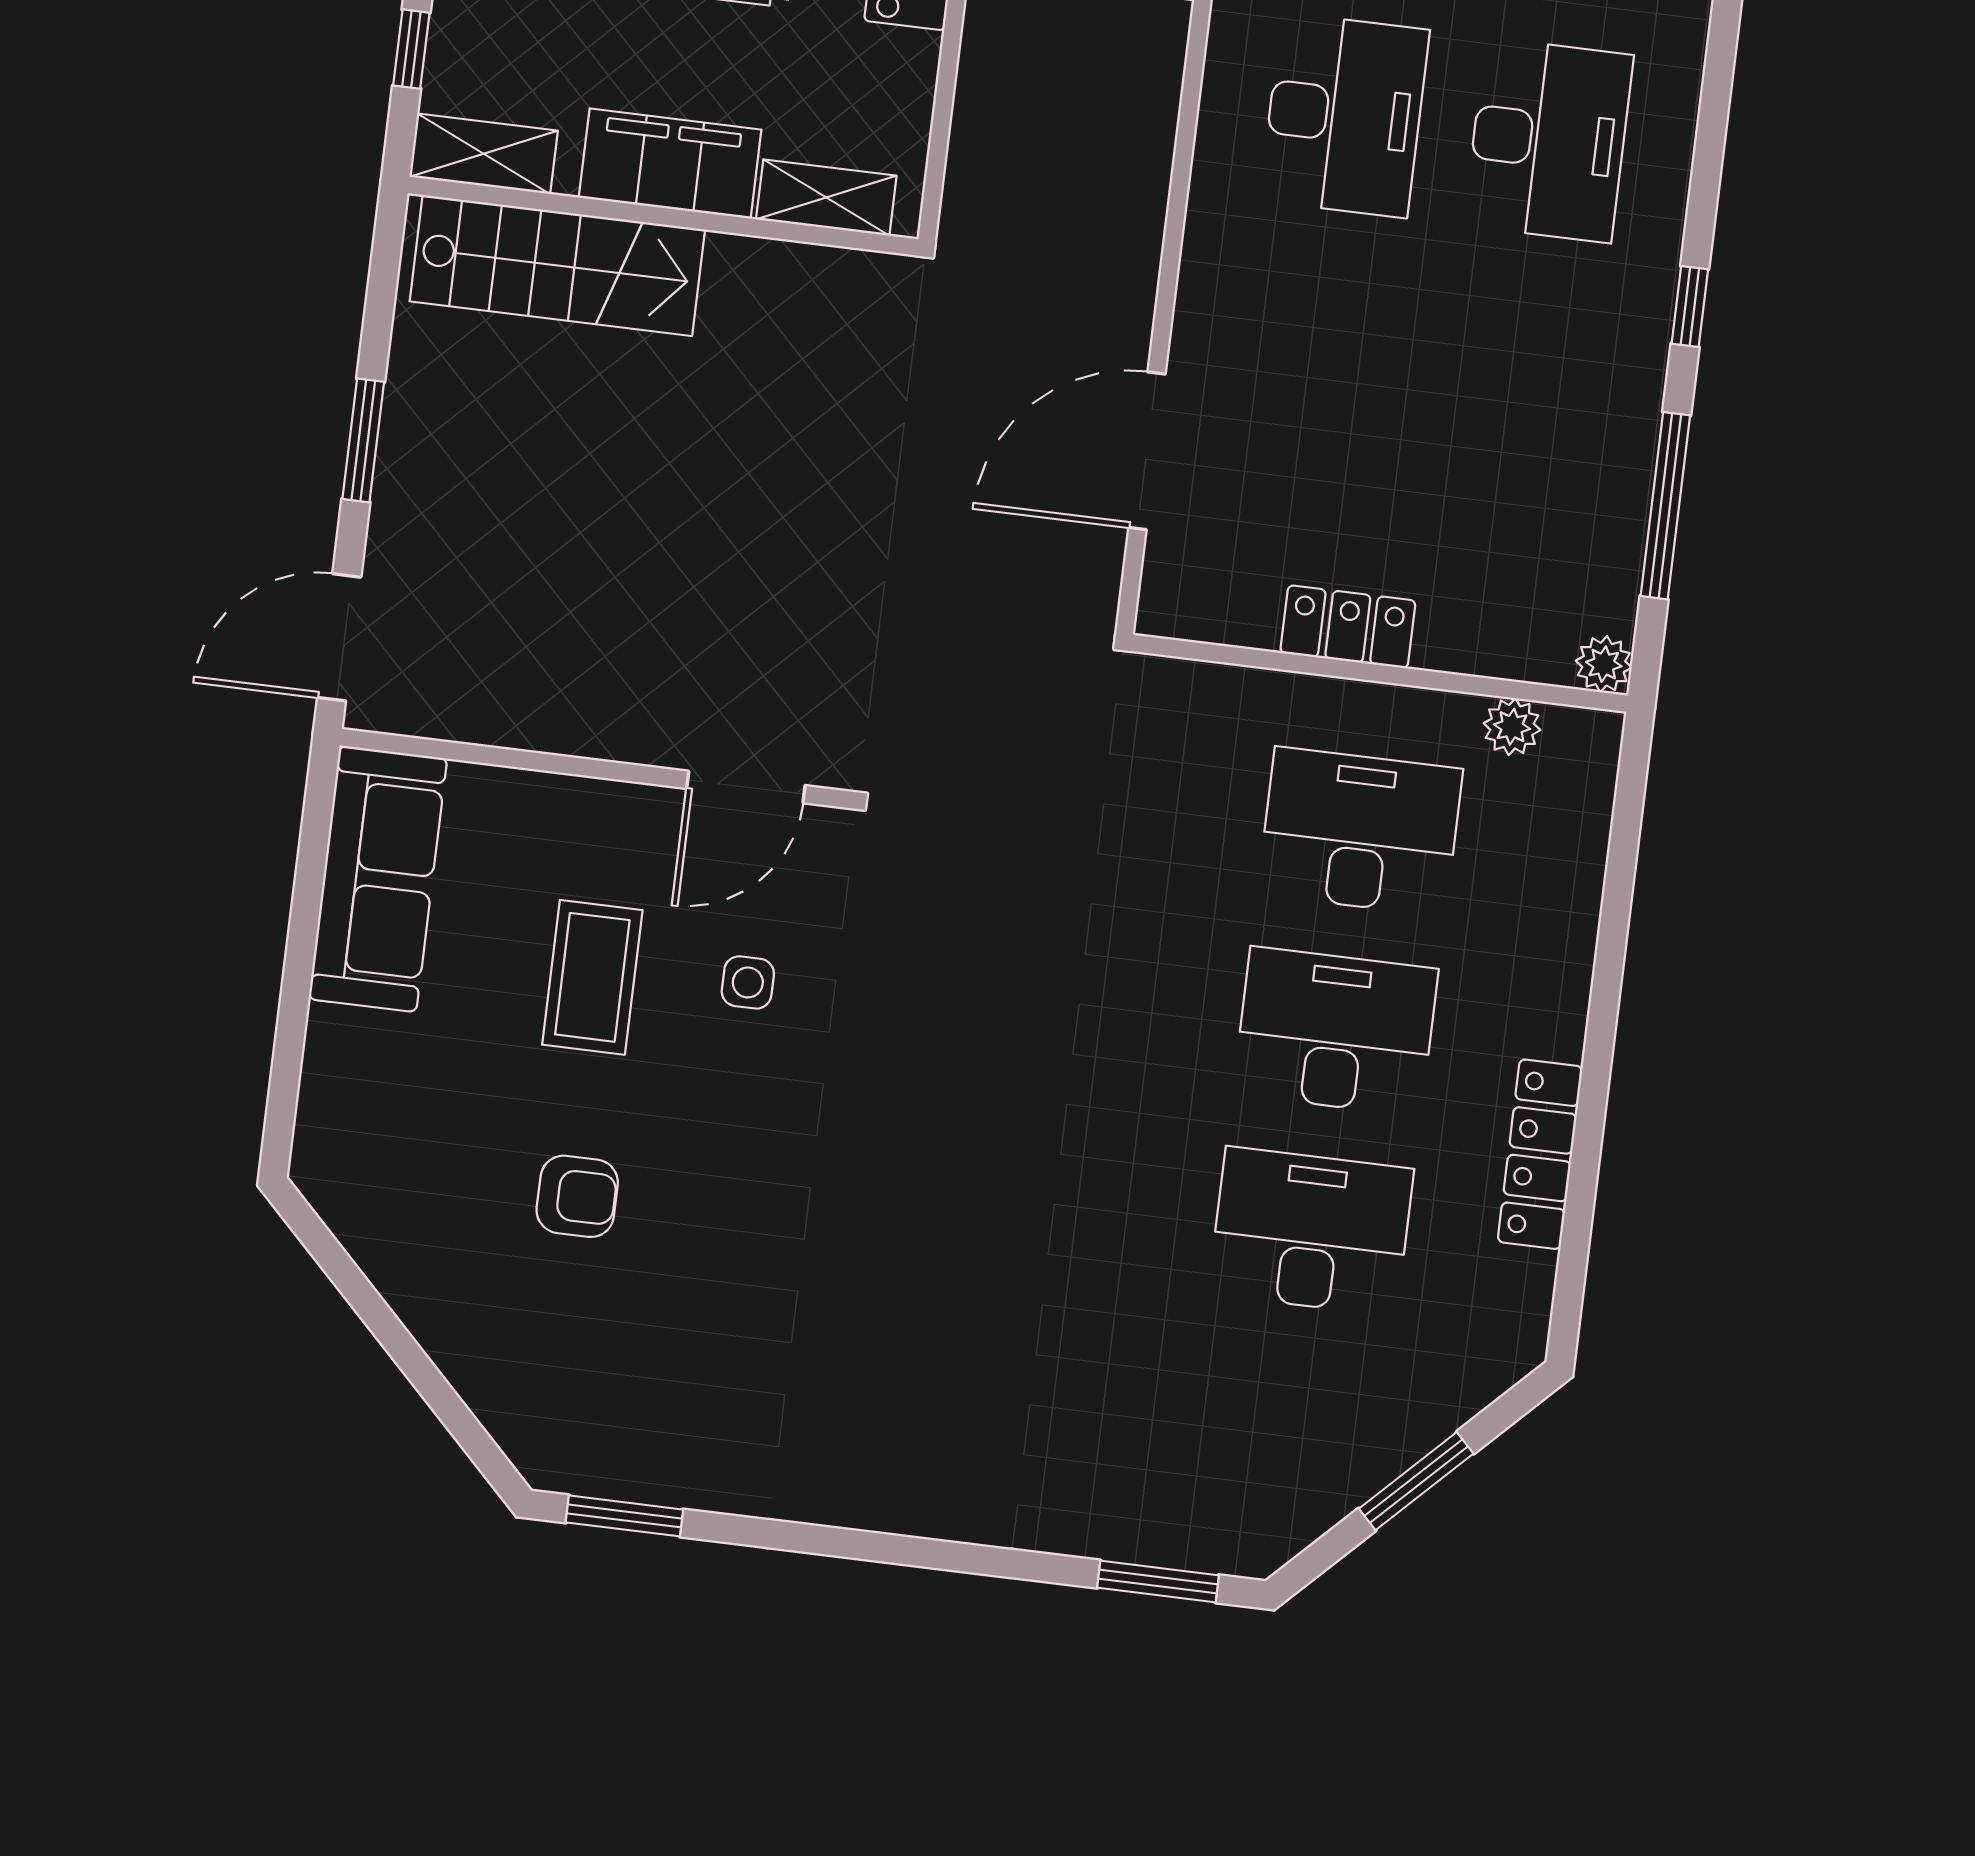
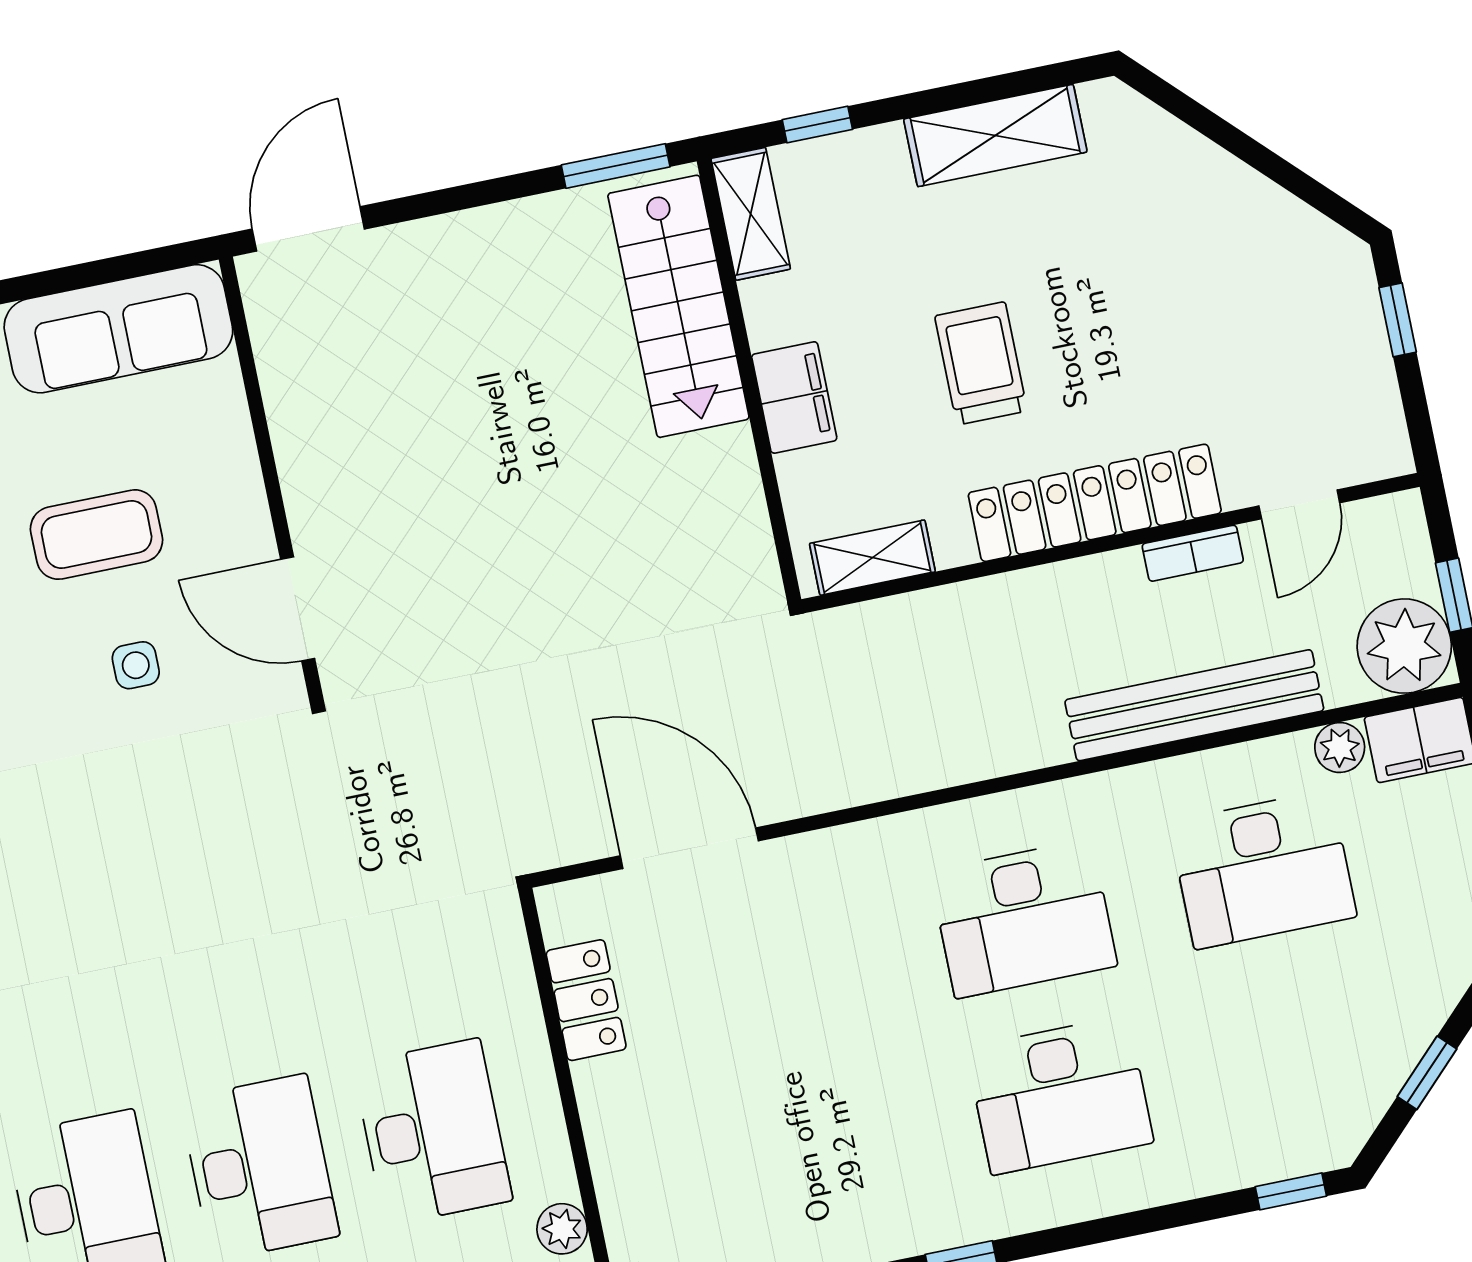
filing cabinet: (670, 164) -> (794, 397), width x0.67, depth x0.86
shelving: (826, 197) -> (872, 558), moved, turned 90
window: (363, 440) -> (616, 166), moved
locker: (1348, 627) -> (586, 1000), moved
door: (339, 637) -> (308, 229), hinge flipped

